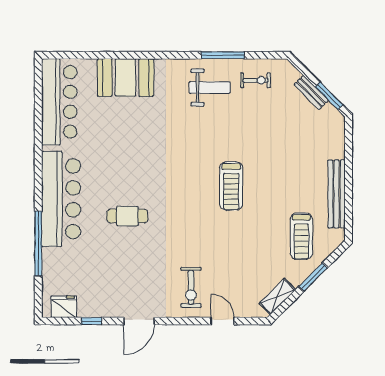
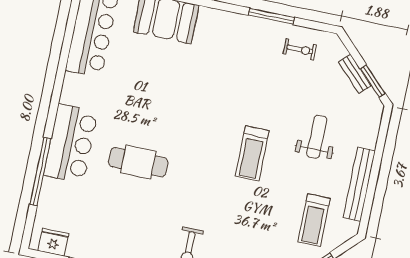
weight bench: (210, 88) -> (317, 137), moved, turned -90
bar counter: (61, 199) -> (71, 143), width x0.73
cafe table: (127, 216) -> (138, 162), width x1.37, depth x1.35

